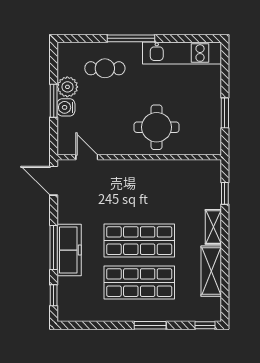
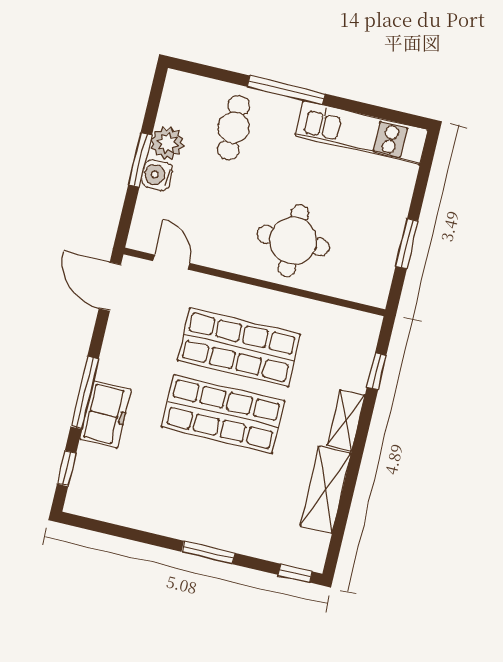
cafe table: (105, 68) -> (234, 128), turned 90
freezer: (69, 250) -> (105, 414), width x0.71
shop shelf: (139, 283) -> (239, 347), moved

